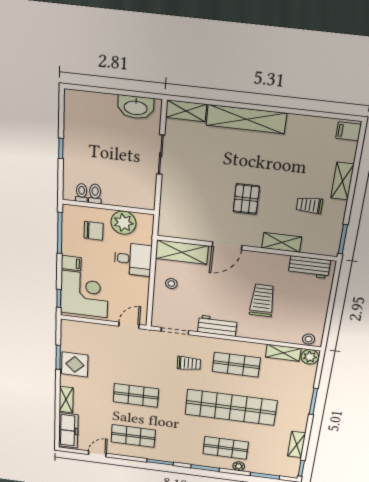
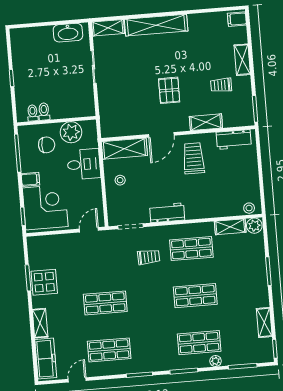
trolley: (262, 300) -> (194, 158), moved
shop shelf: (231, 407) -> (195, 296), width x0.50, depth x0.74

